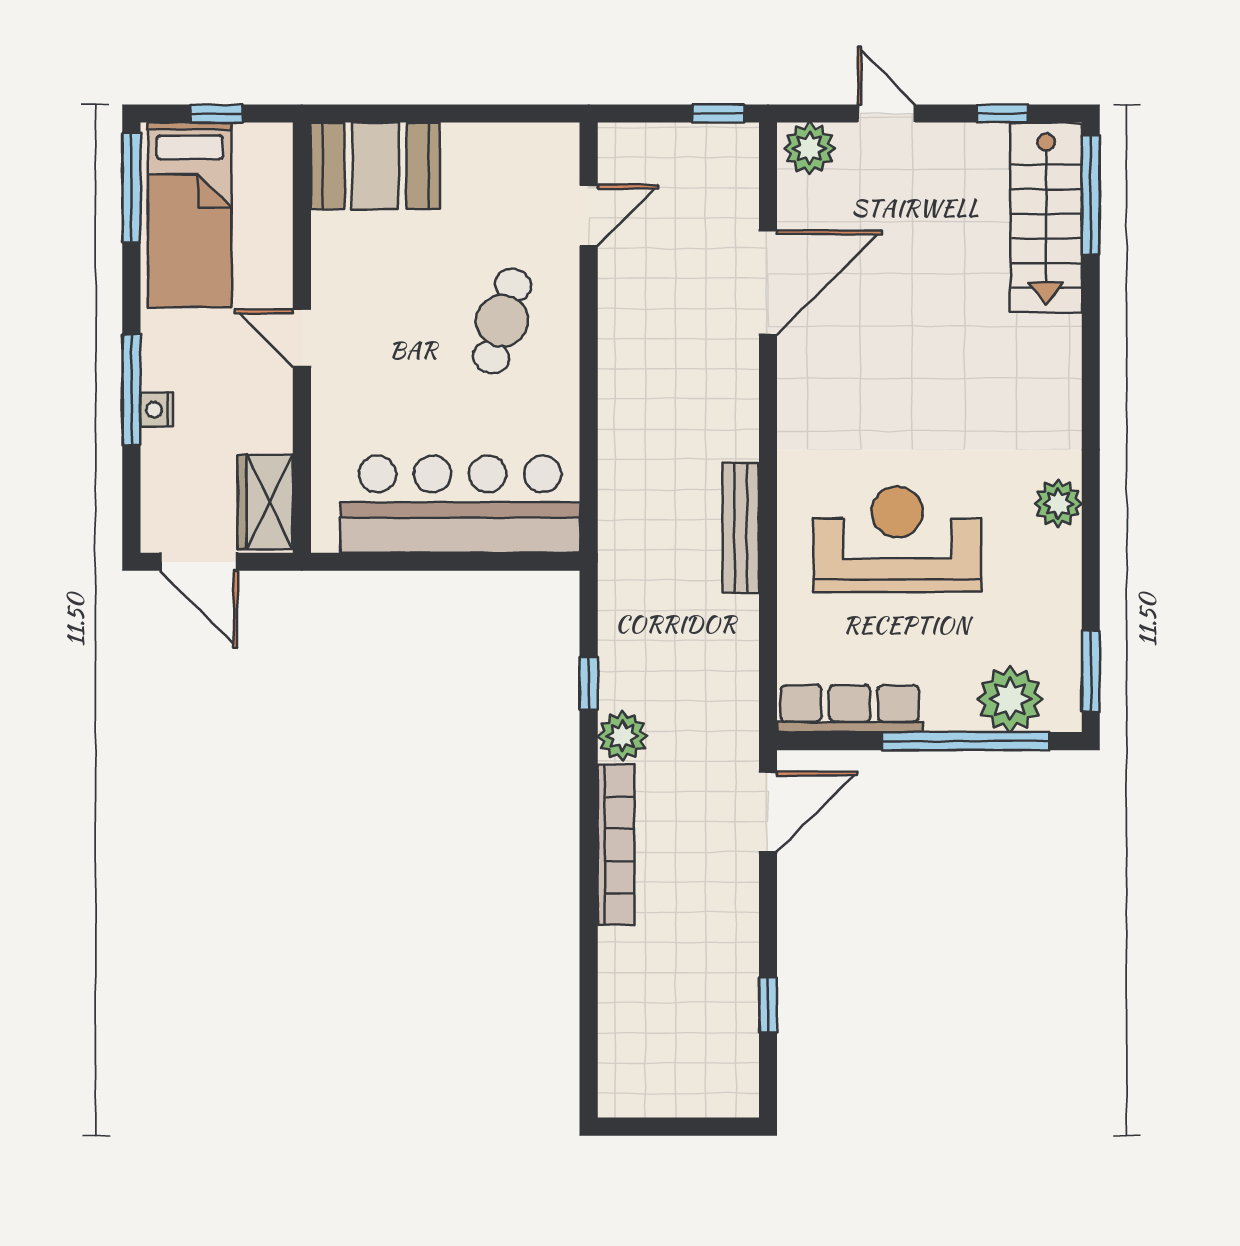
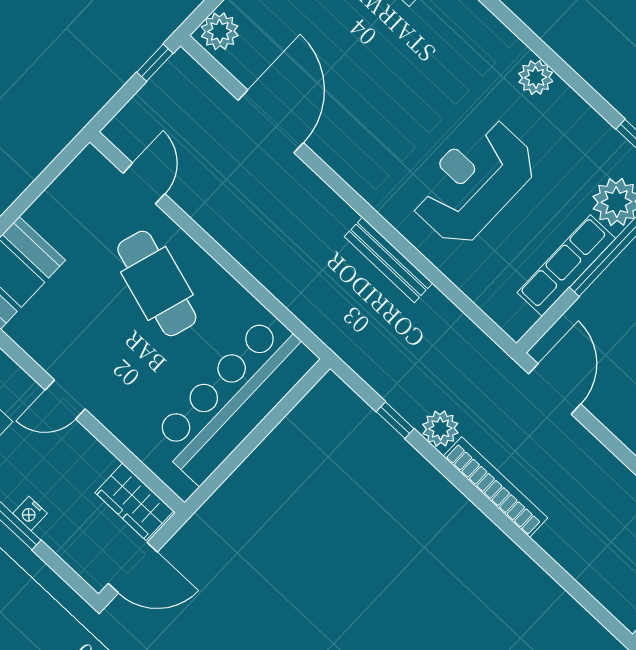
cafe table: (502, 321) -> (157, 283), width x1.37, depth x1.35
row of seats: (850, 709) -> (566, 265), moved

